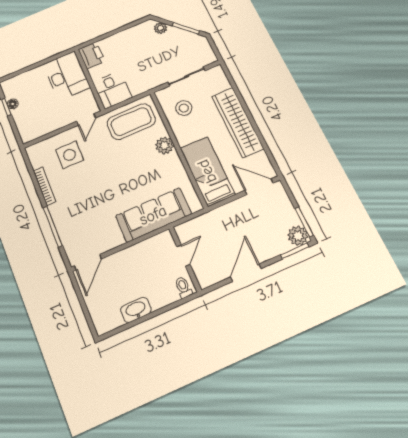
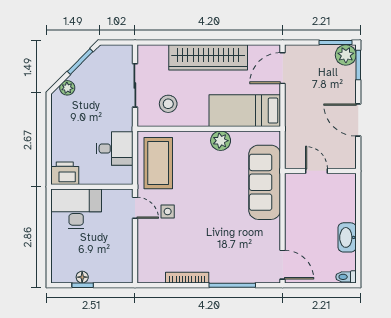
desk: (112, 90) -> (115, 149), moved
plant: (165, 145) -> (221, 141), moved
side table: (70, 155) -> (168, 211), moved, width x0.54, depth x0.54
toilet: (183, 287) -> (346, 277), moved

